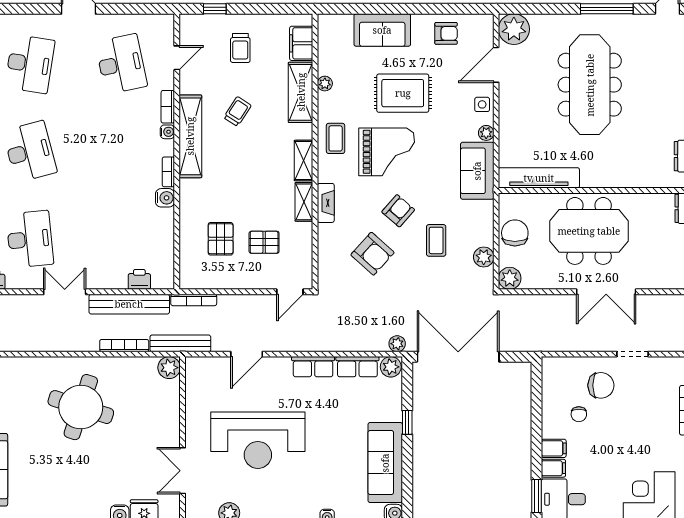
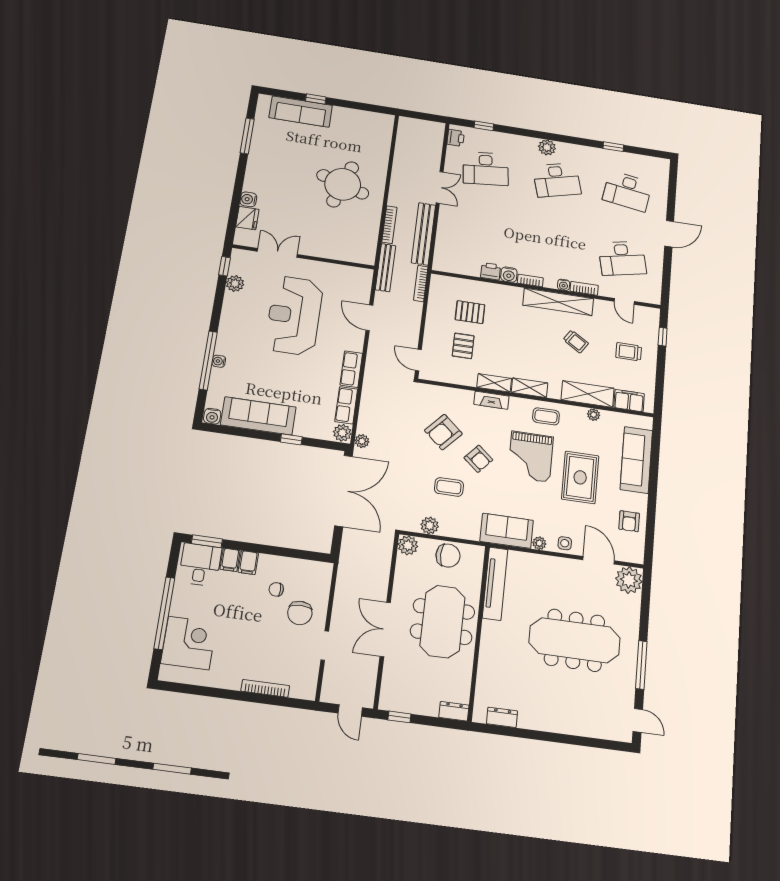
sofa: (382, 30) -> (636, 460), width x1.36
printer: (139, 279) -> (491, 271), moved, turned -90
plant: (169, 368) -> (366, 256), removed

